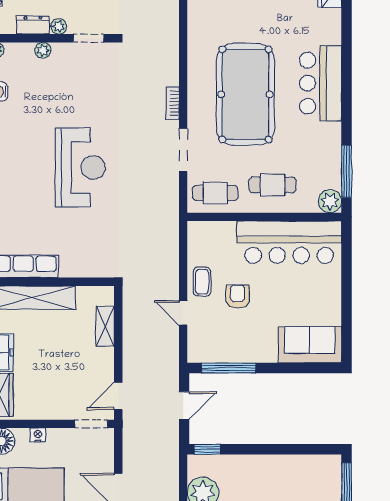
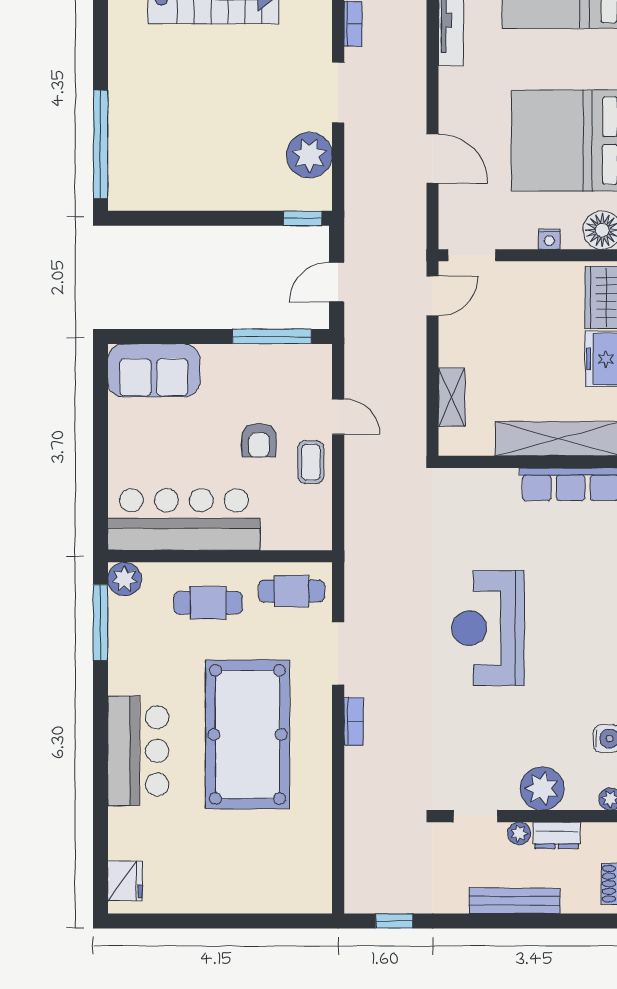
plant: (43, 50) -> (542, 788), width x1.87, depth x1.87

